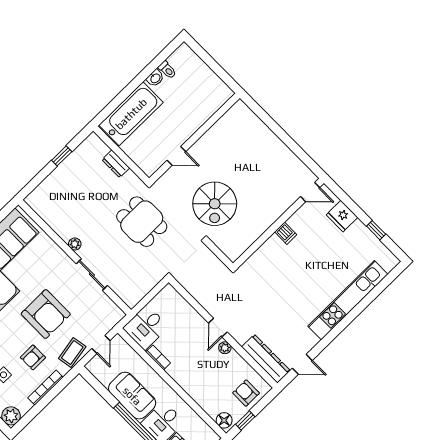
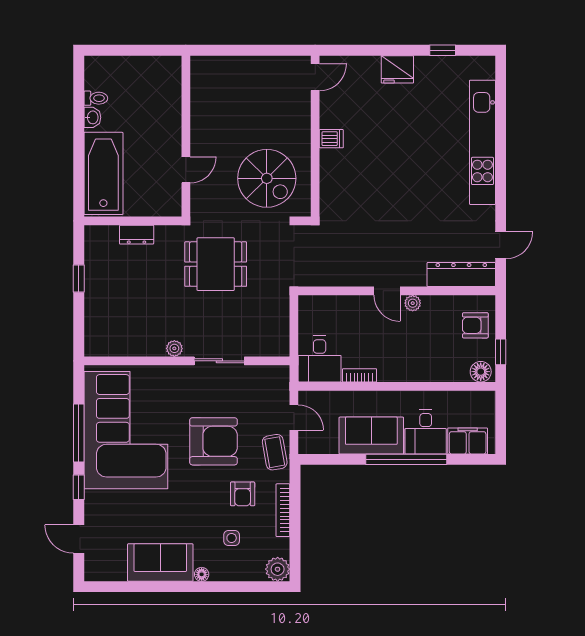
door: (310, 192) -> (315, 77), moved
wall: (278, 223) -> (315, 136), moved
dishwasher: (286, 233) -> (331, 139), moved

